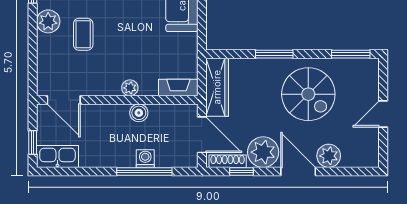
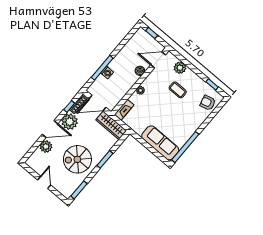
plant: (48, 21) -> (180, 68), moved
boiler: (139, 113) -> (140, 71), moved
kitchen sink: (57, 157) -> (138, 38), removed

